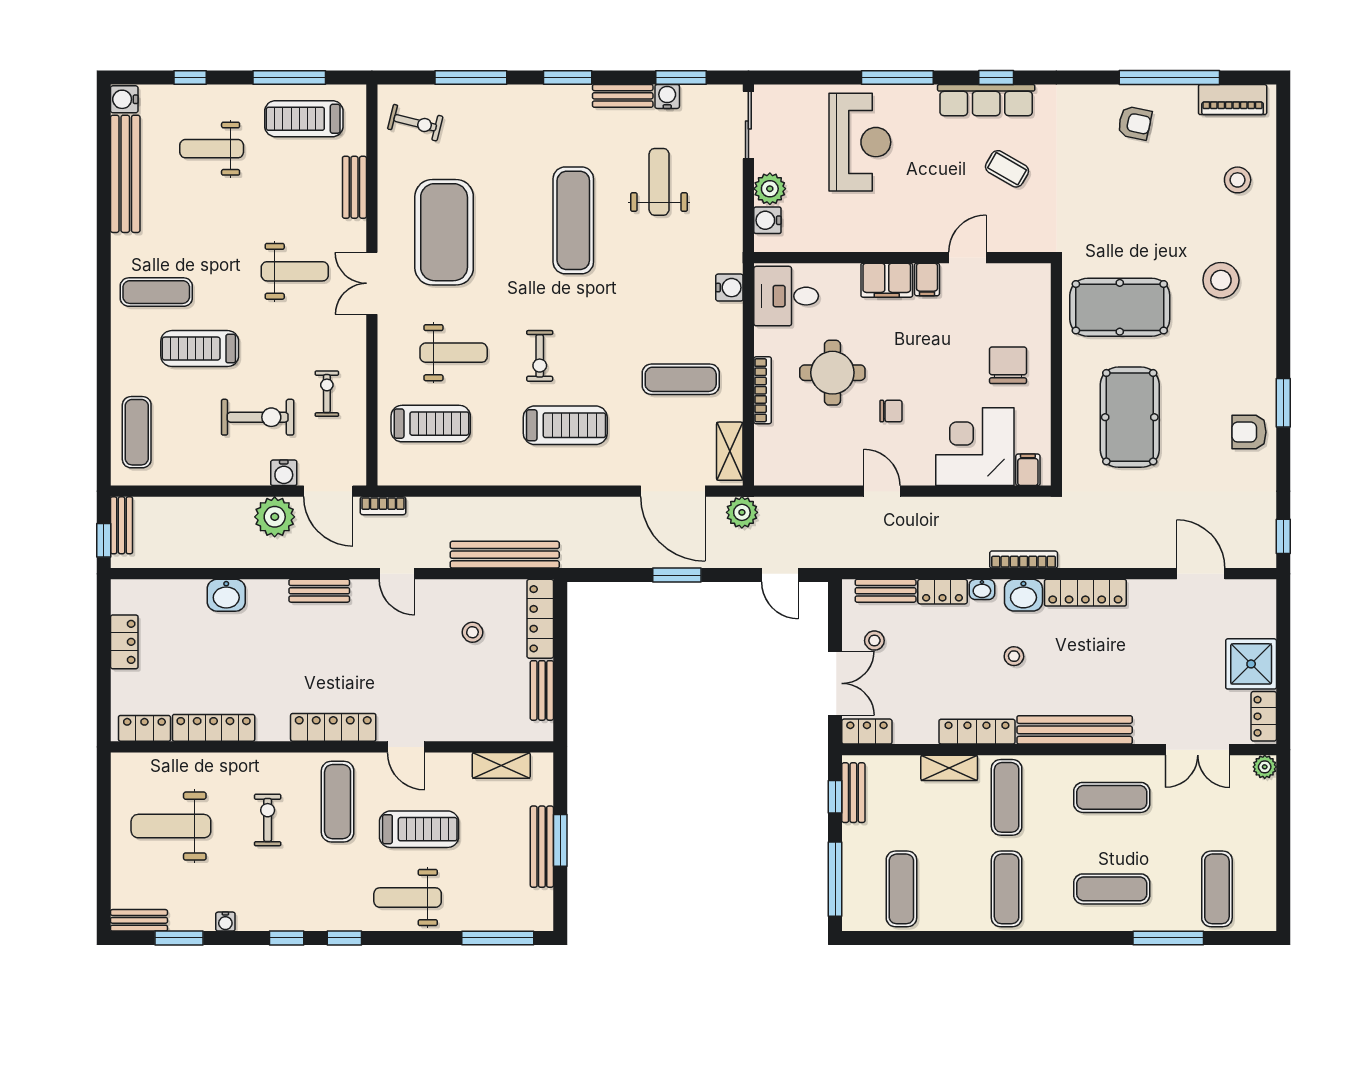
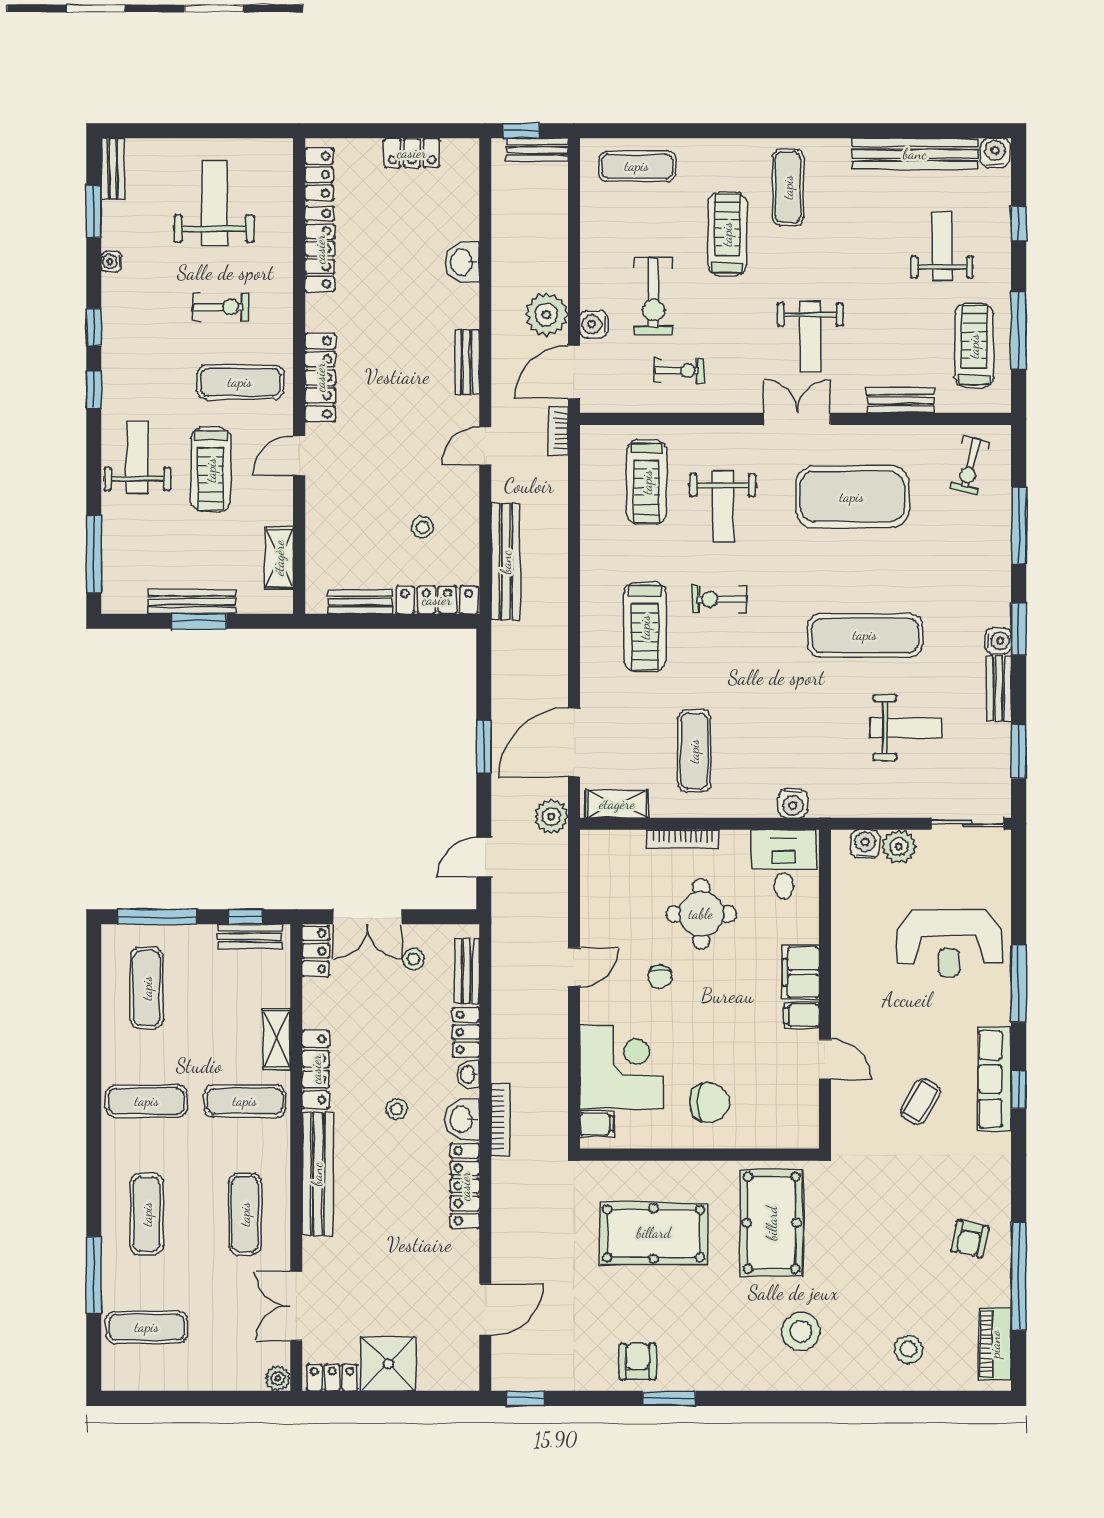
water cooler: (667, 96) -> (998, 641), moved
exercise mat: (901, 889) -> (147, 988), turned 90

